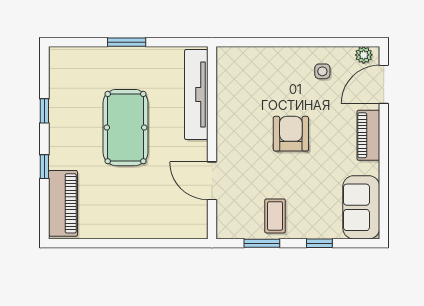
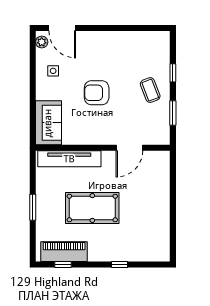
window: (44, 111) -> (63, 265), moved
piano: (368, 135) -> (98, 39), removed
piano: (63, 203) -> (64, 252), moved
sofa: (361, 207) -> (48, 123), moved, turned -90
coffee table: (275, 216) -> (150, 90), moved, turned 69

